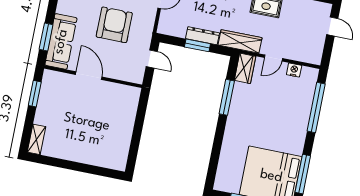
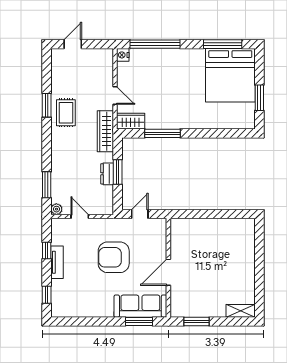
dresser: (203, 36) -> (107, 174), width x0.70
nightstand: (294, 70) -> (123, 55), moved

